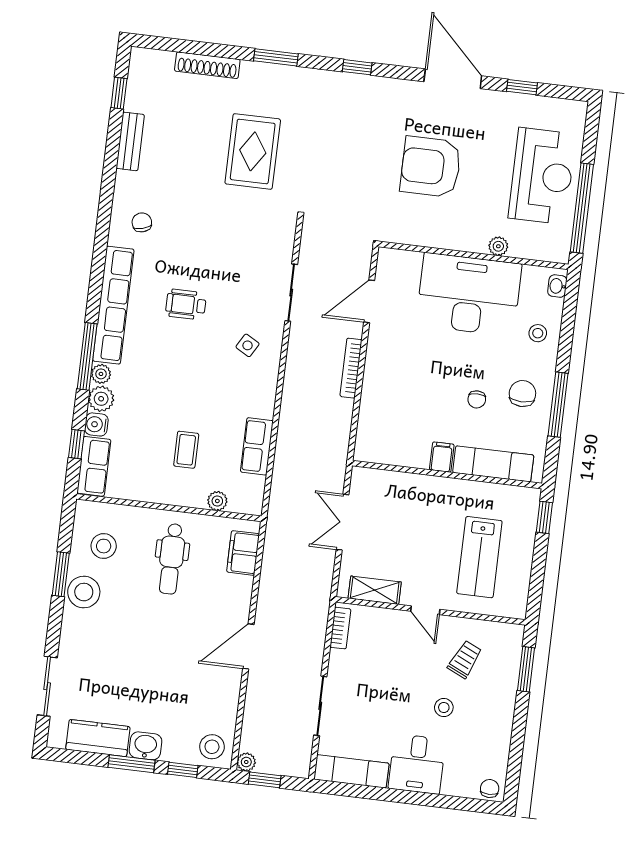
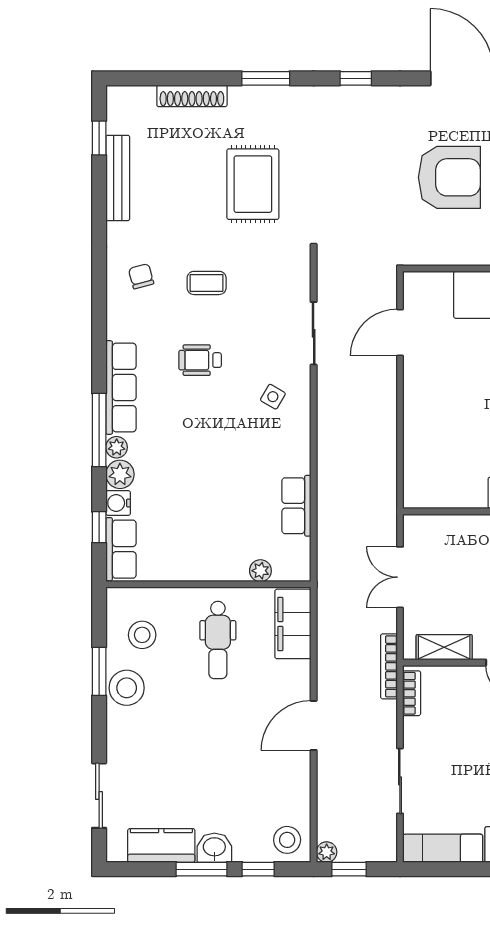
bench: (130, 141) -> (118, 178), width x1.36
armchair: (431, 167) -> (449, 177), turned 180
row of seats: (113, 305) -> (121, 388), width x0.73
bookcase: (351, 368) -> (389, 666), moved
coffee table: (186, 450) -> (207, 283), moved, turned 90
filing cabinet: (243, 553) -> (293, 624), width x1.50, depth x1.17

